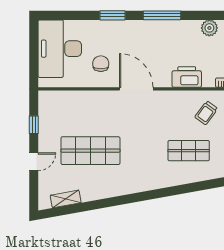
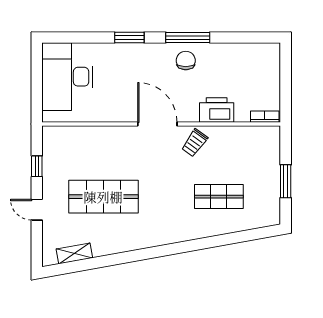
plant: (209, 28) -> (243, 52), removed
chair: (101, 64) -> (186, 61), moved
trolley: (206, 113) -> (195, 143), moved
door: (34, 162) -> (37, 210), swing flipped

